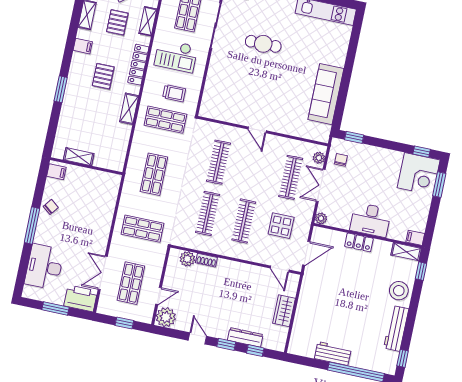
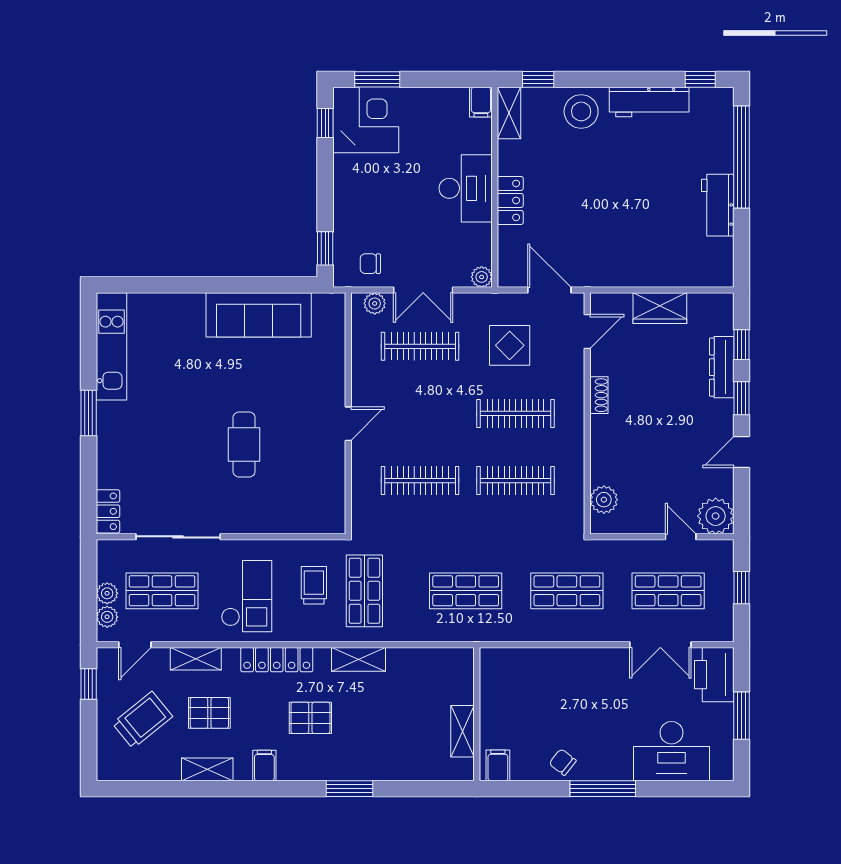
cafe table: (263, 44) -> (244, 445), moved
shop shelf: (142, 229) -> (567, 591), turned 90
shoe rack: (206, 260) -> (599, 395), moved

